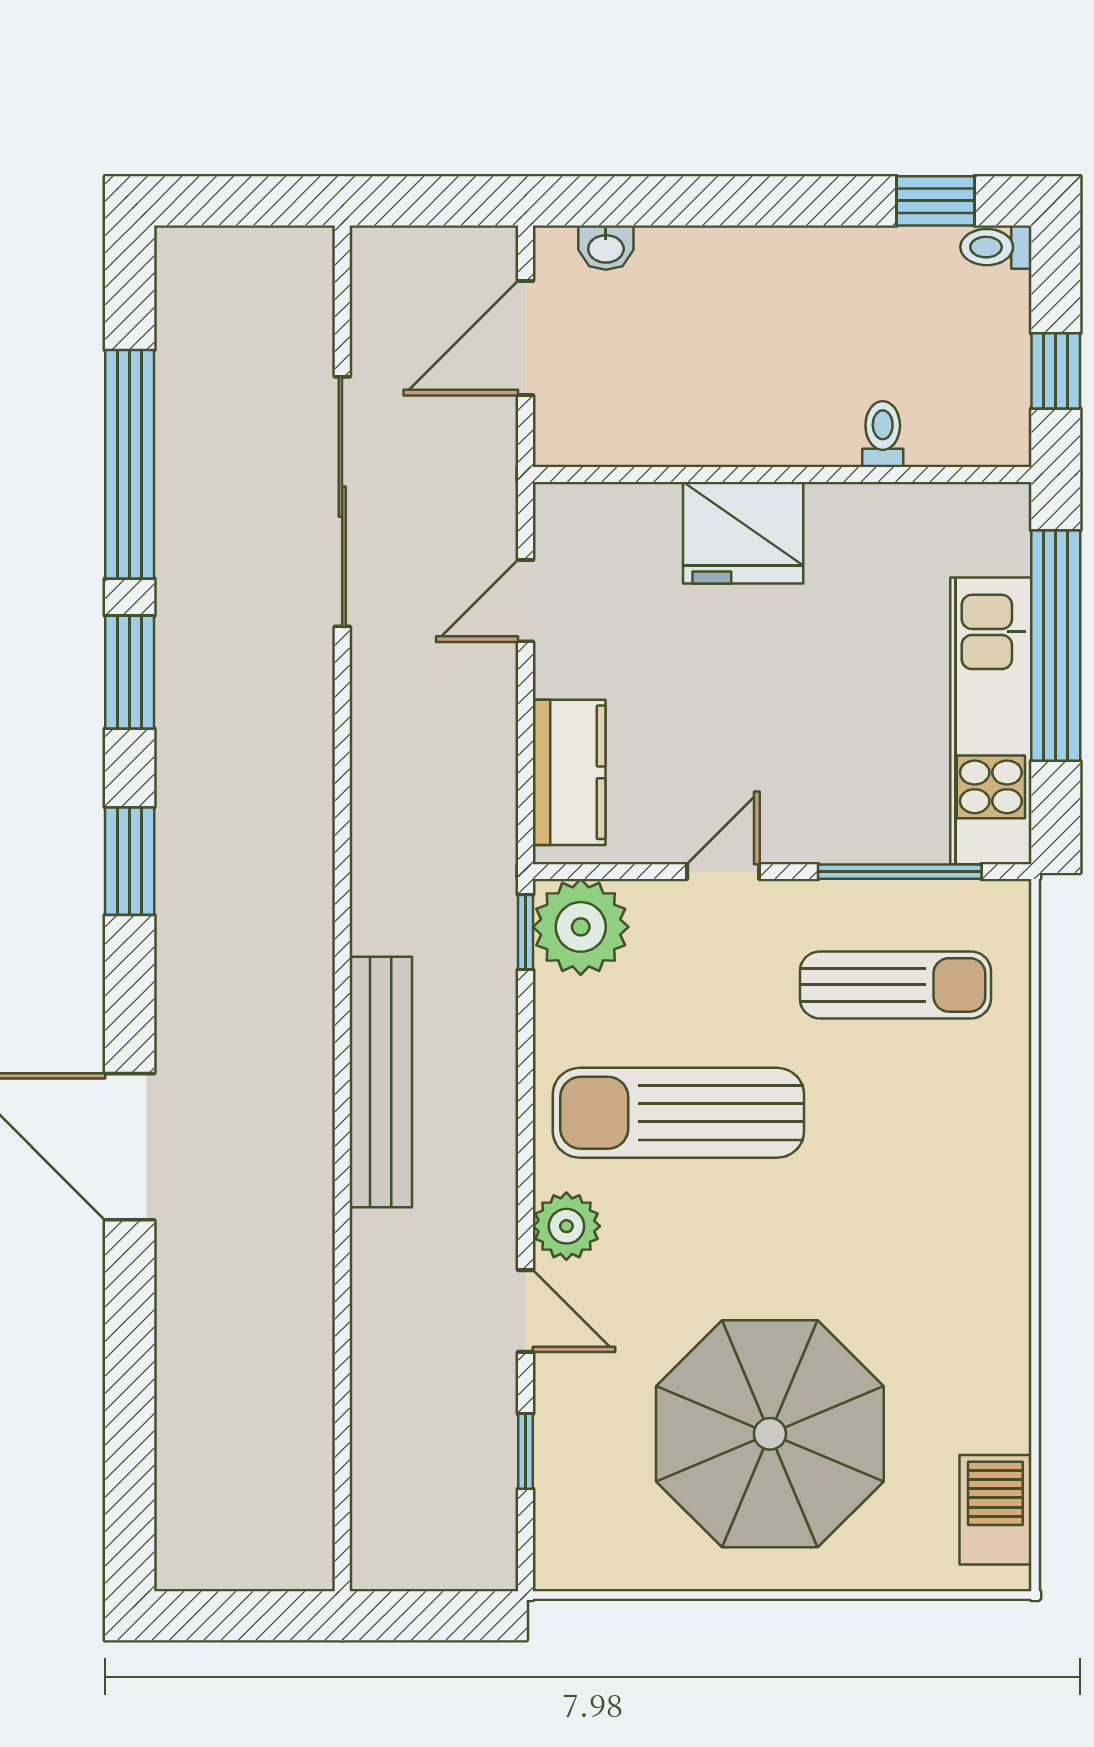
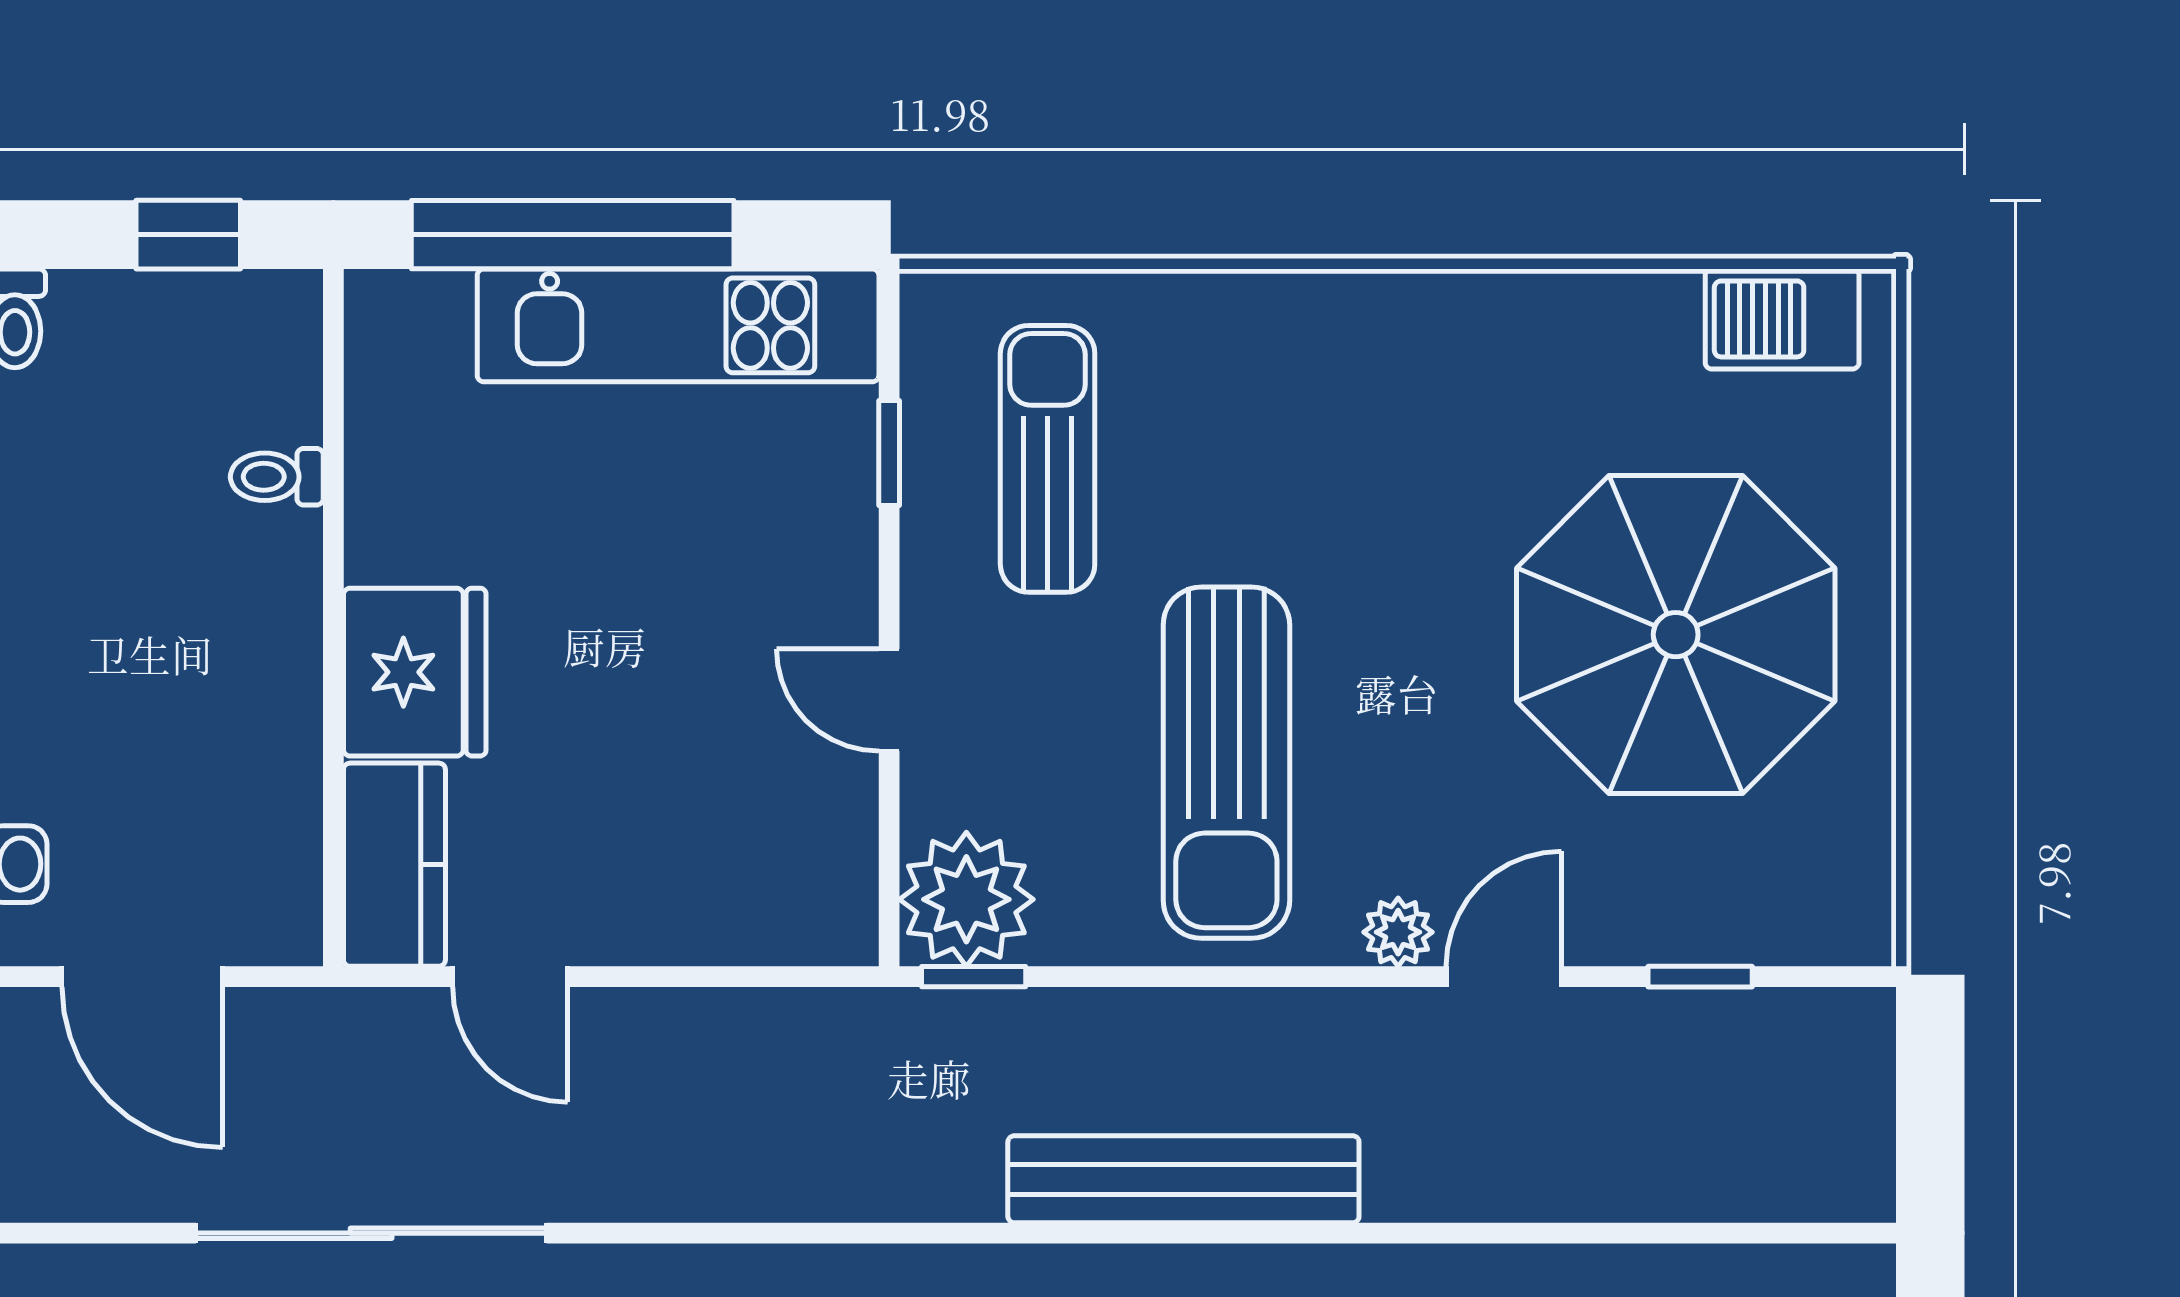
kitchen counter: (569, 772) -> (394, 865), moved, turned 90
window: (900, 872) -> (889, 453), width x0.46
plant: (566, 1226) -> (1398, 932), width x0.73, depth x0.73

